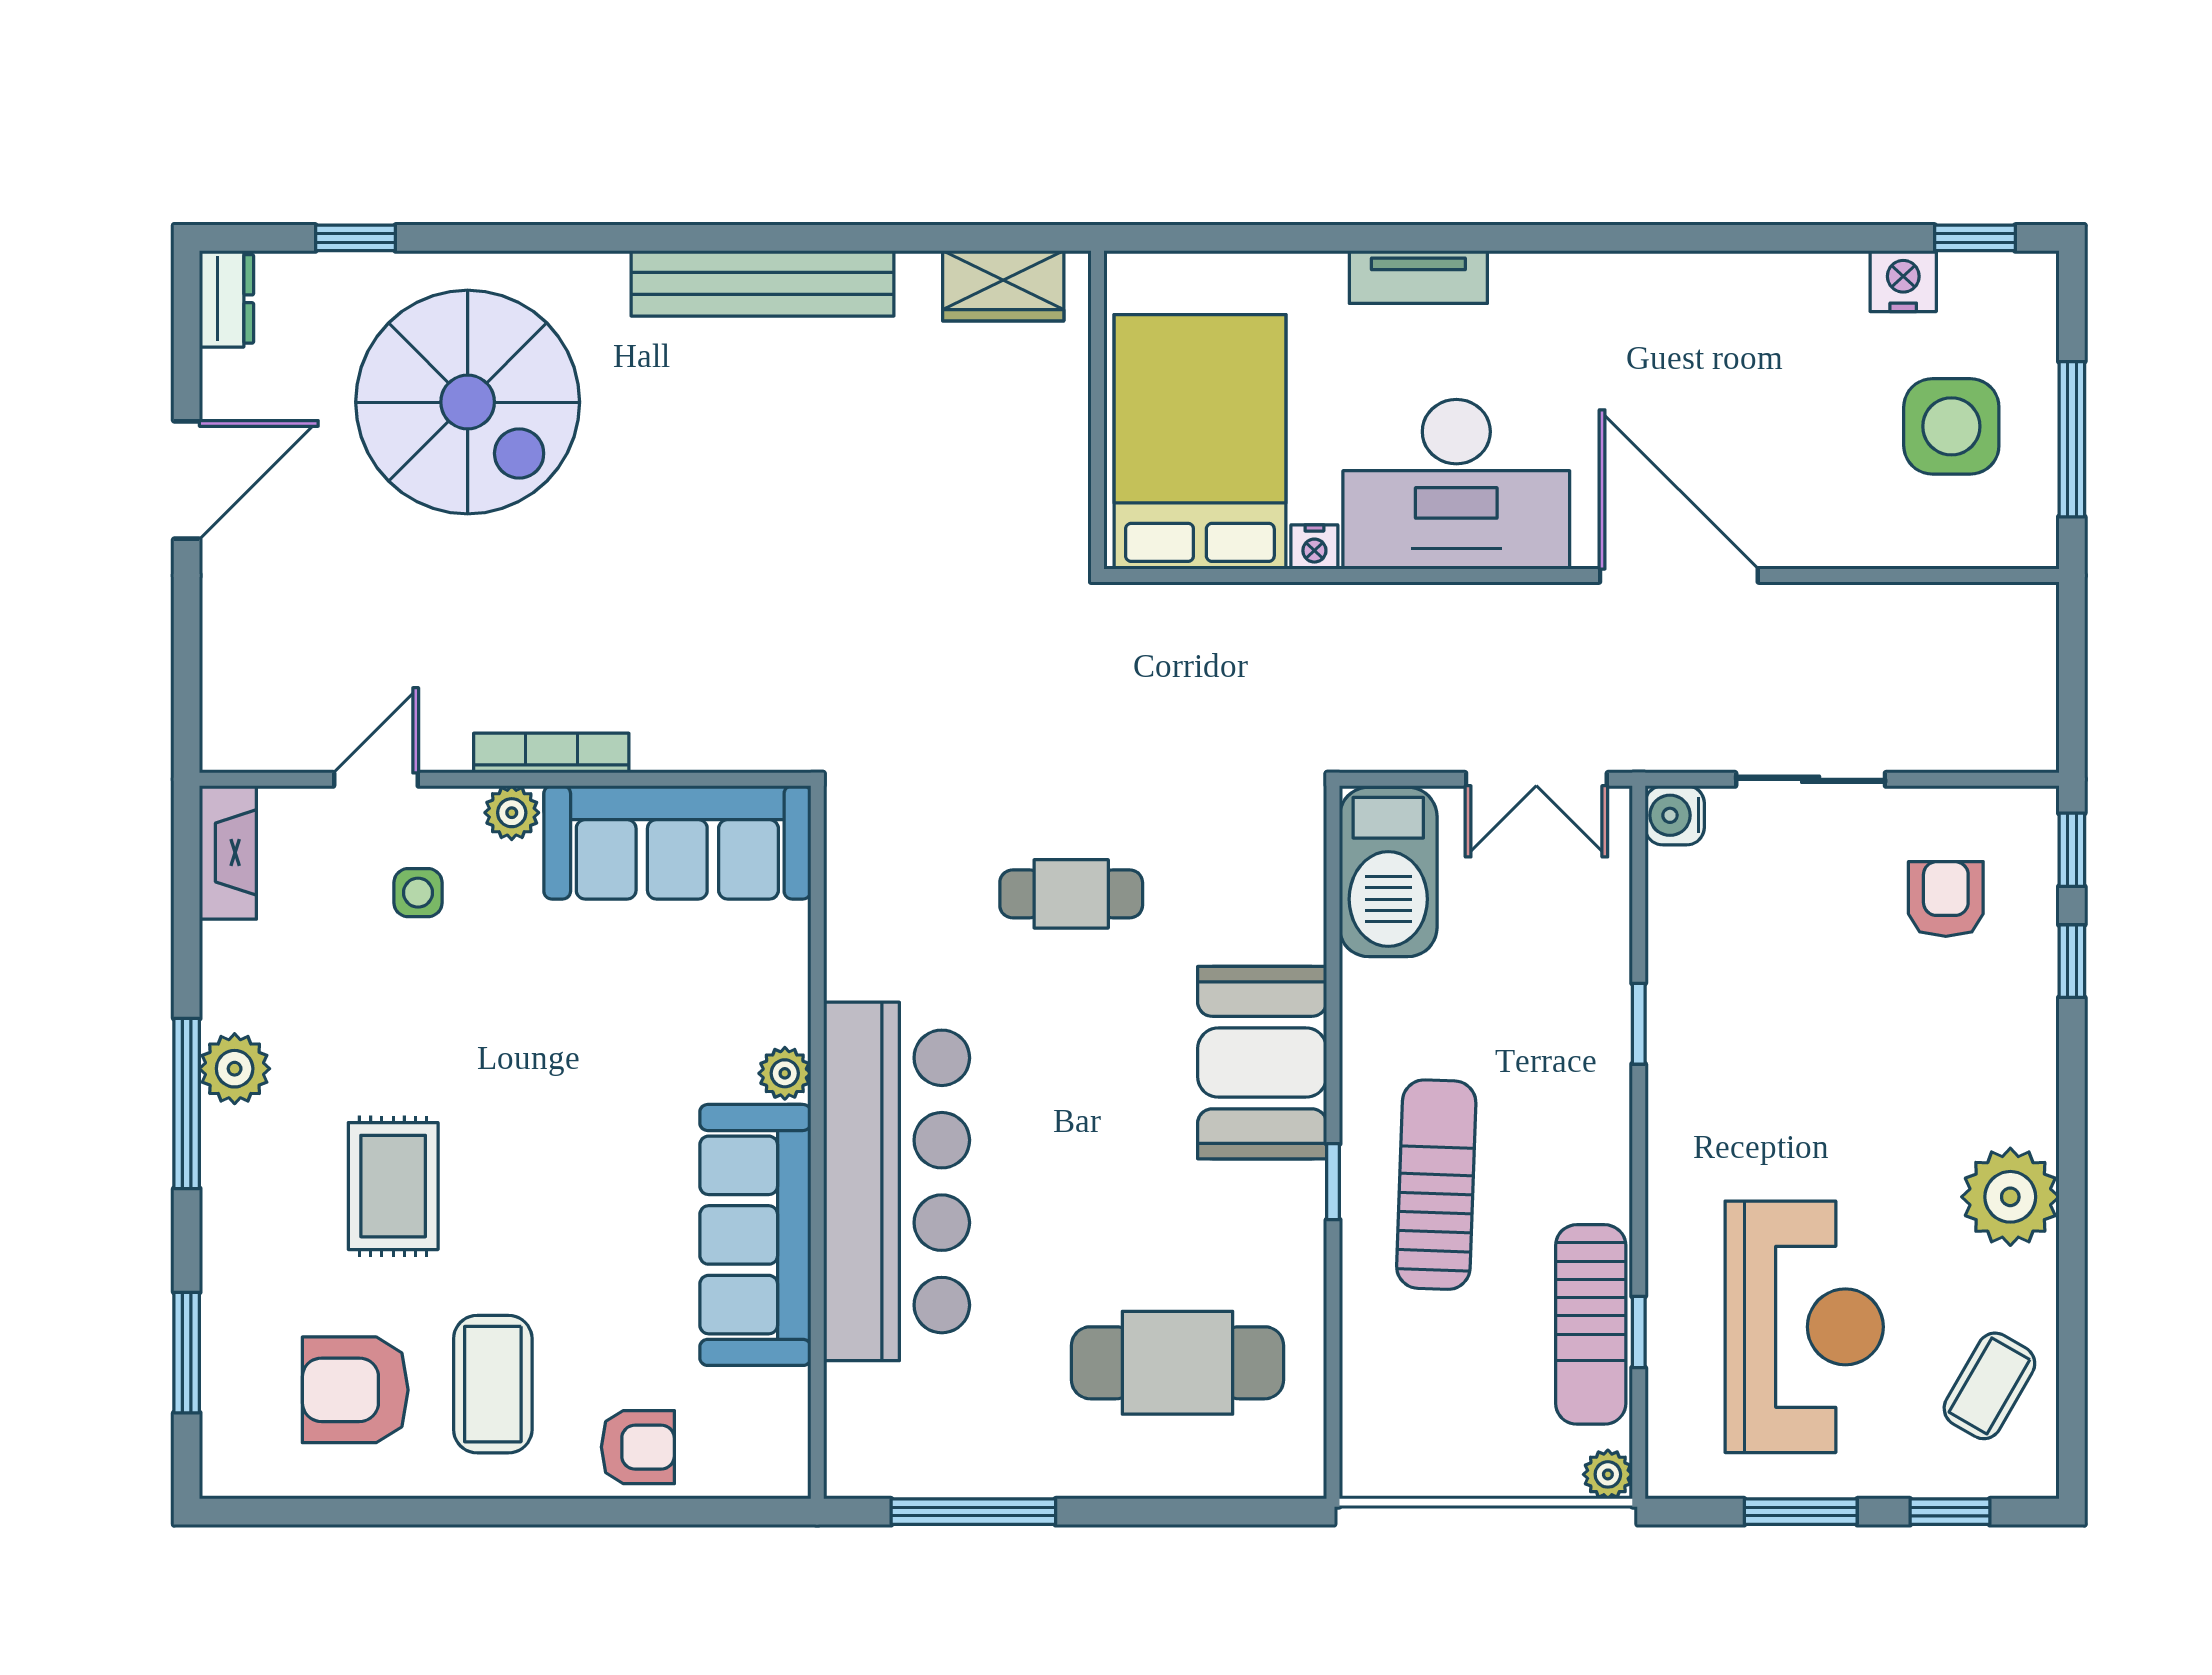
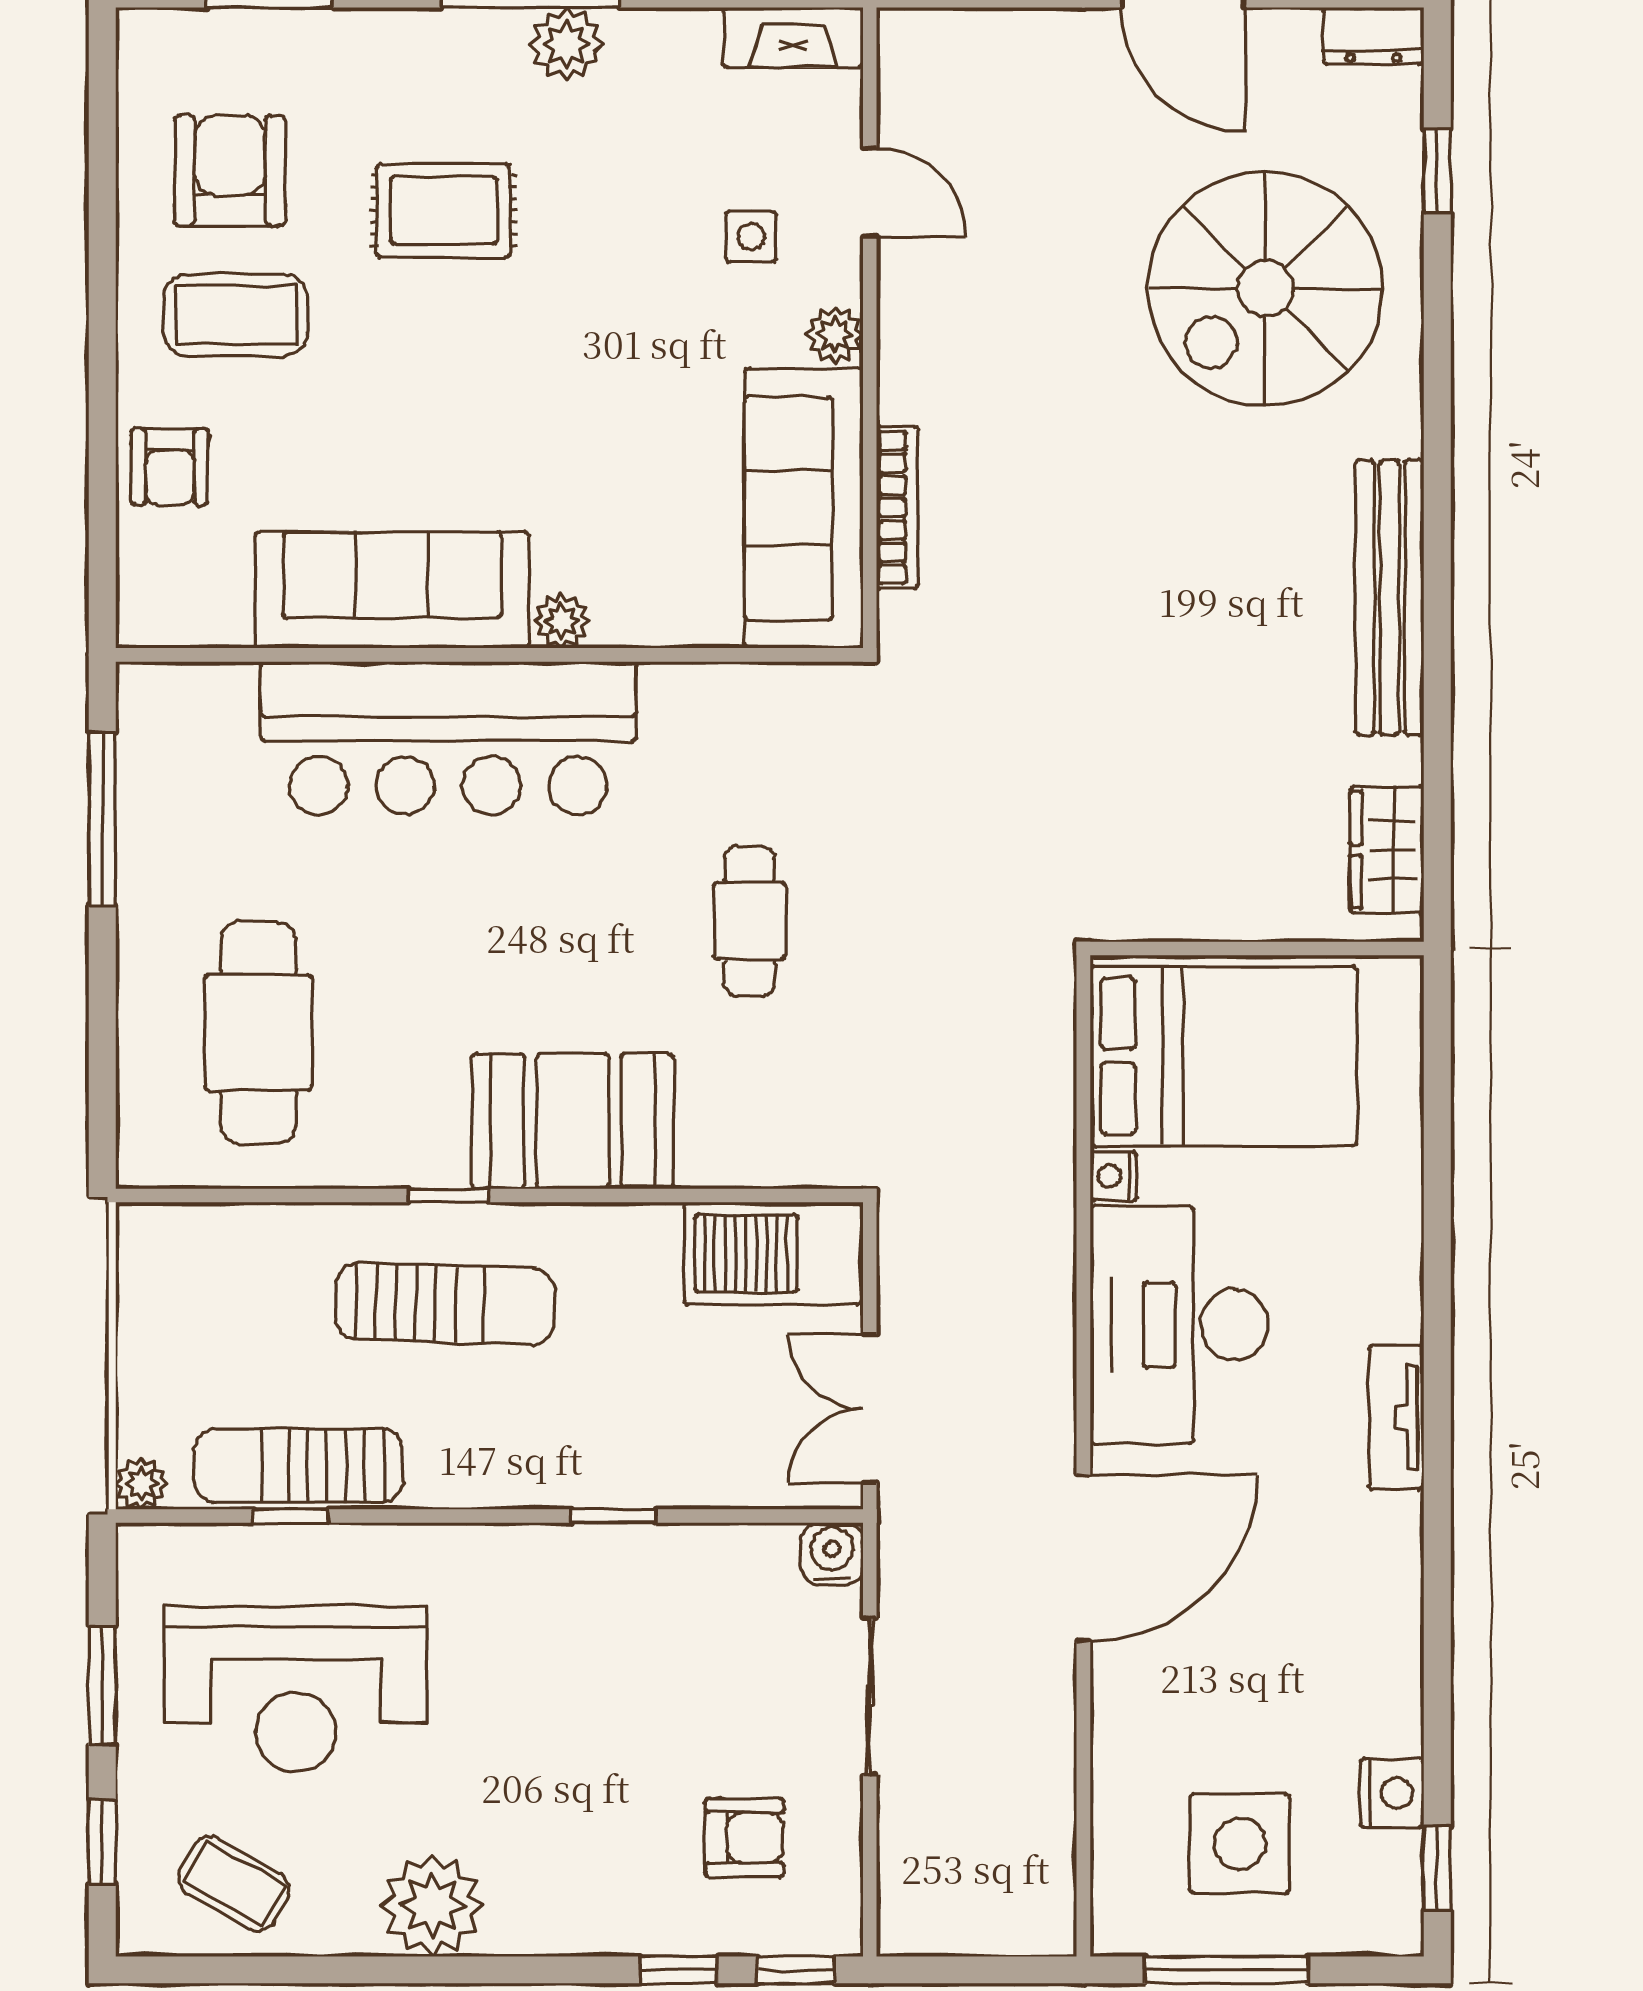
tv unit: (1418, 277) -> (1396, 1417), moved
bookcase: (551, 753) -> (897, 508), moved

